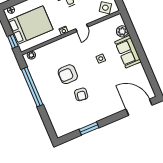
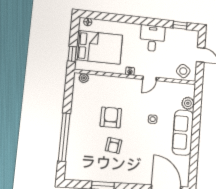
sofa: (128, 52) -> (183, 133), width x1.36
armchair: (68, 74) -> (111, 117), turned 90
window: (32, 87) -> (64, 137), moved

